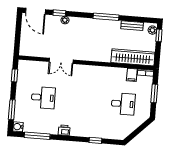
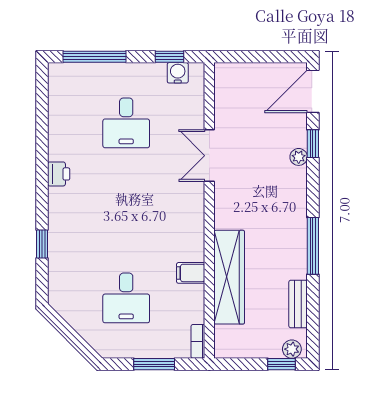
wardrobe: (133, 57) -> (229, 277), moved
filing cabinet: (132, 75) -> (191, 273), moved
window: (12, 110) -> (95, 57), width x1.44
water cooler: (18, 127) -> (178, 73), moved
window: (37, 136) -> (42, 116), removed

